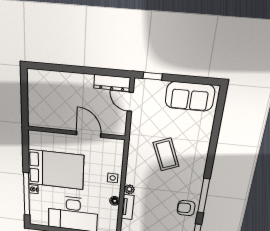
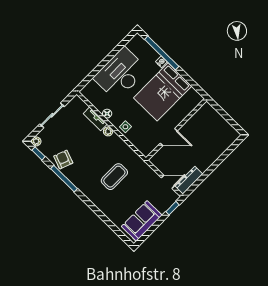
coffee table: (166, 154) -> (114, 177), turned -68
armchair: (186, 208) -> (63, 160), turned -69

